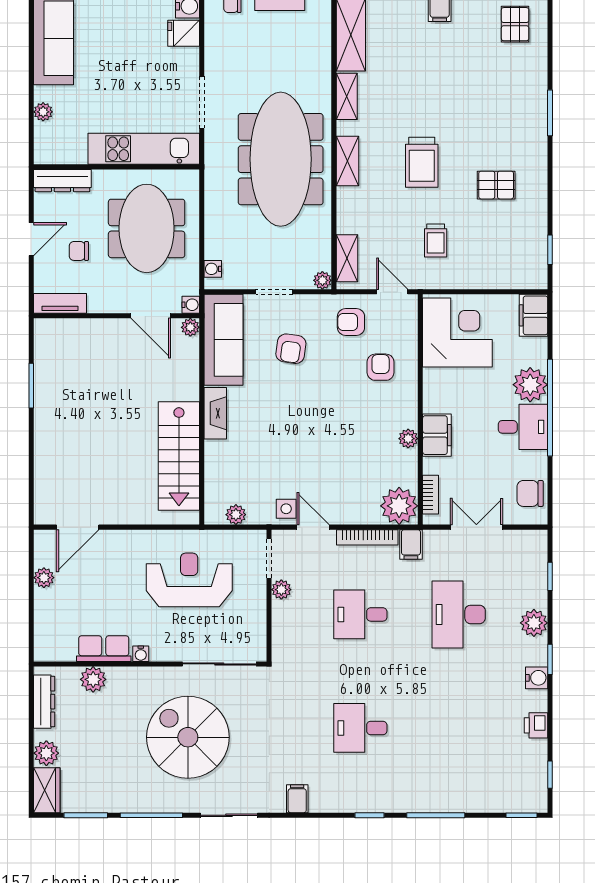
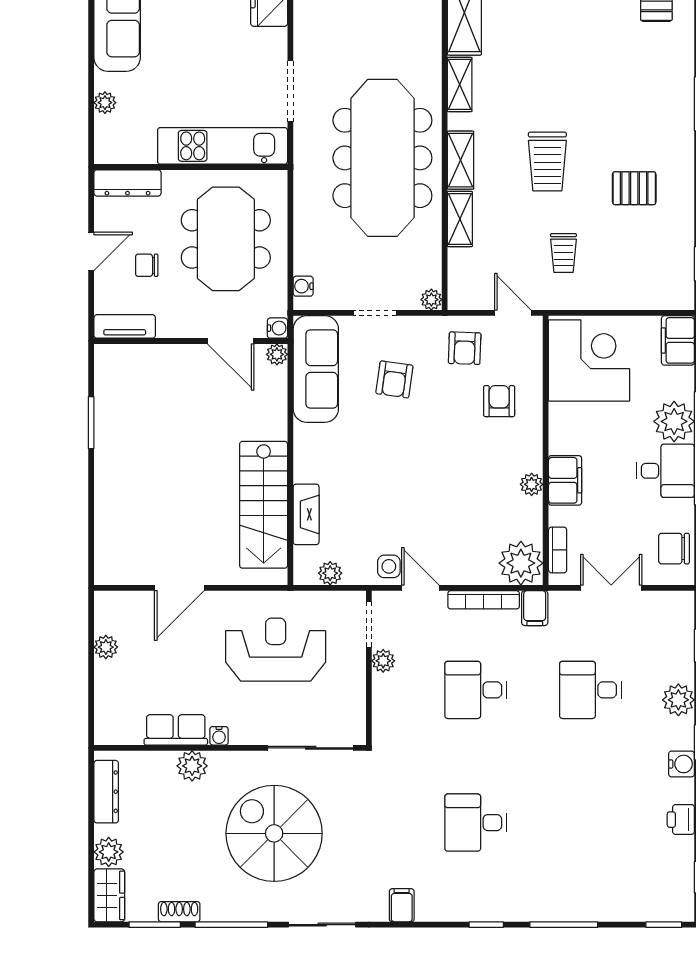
shelving: (347, 258) -> (460, 219), moved
armchair: (351, 322) -> (465, 348), turned -88
fireplace: (215, 413) -> (306, 514), moved
door: (78, 527) -> (179, 588), moved
desk: (459, 614) -> (590, 690), width x0.73
plant: (93, 679) -> (192, 766), moved
shoe rack: (107, 804) -> (179, 912), added

